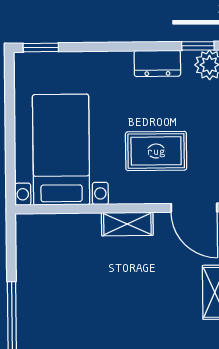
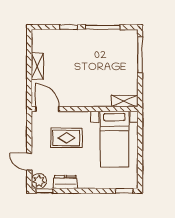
shelving: (127, 224) -> (124, 101), moved

